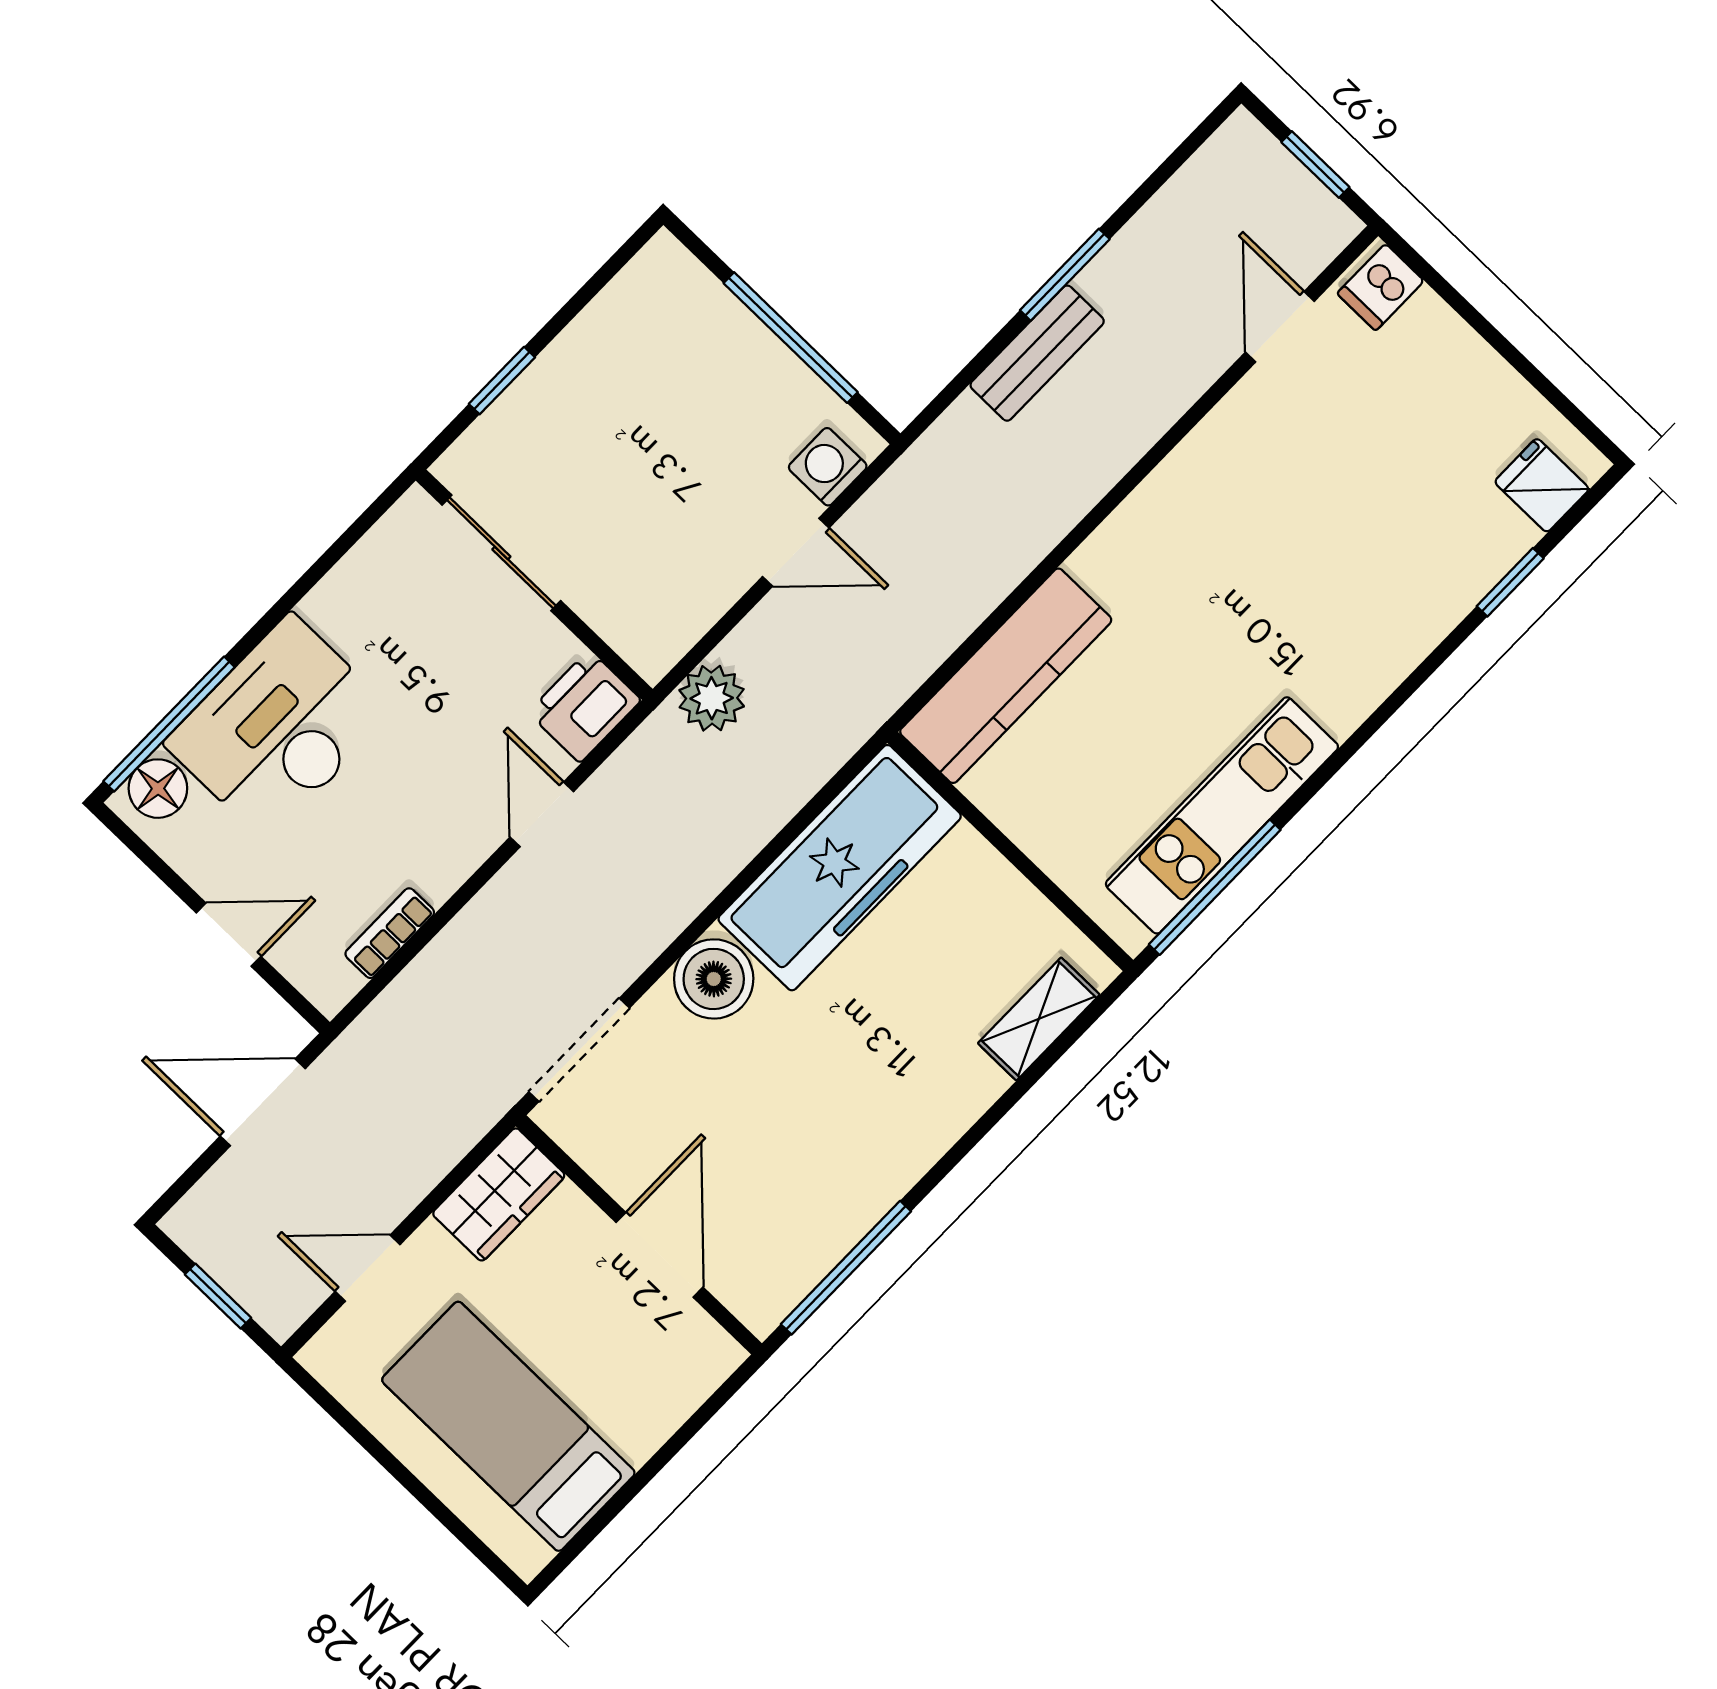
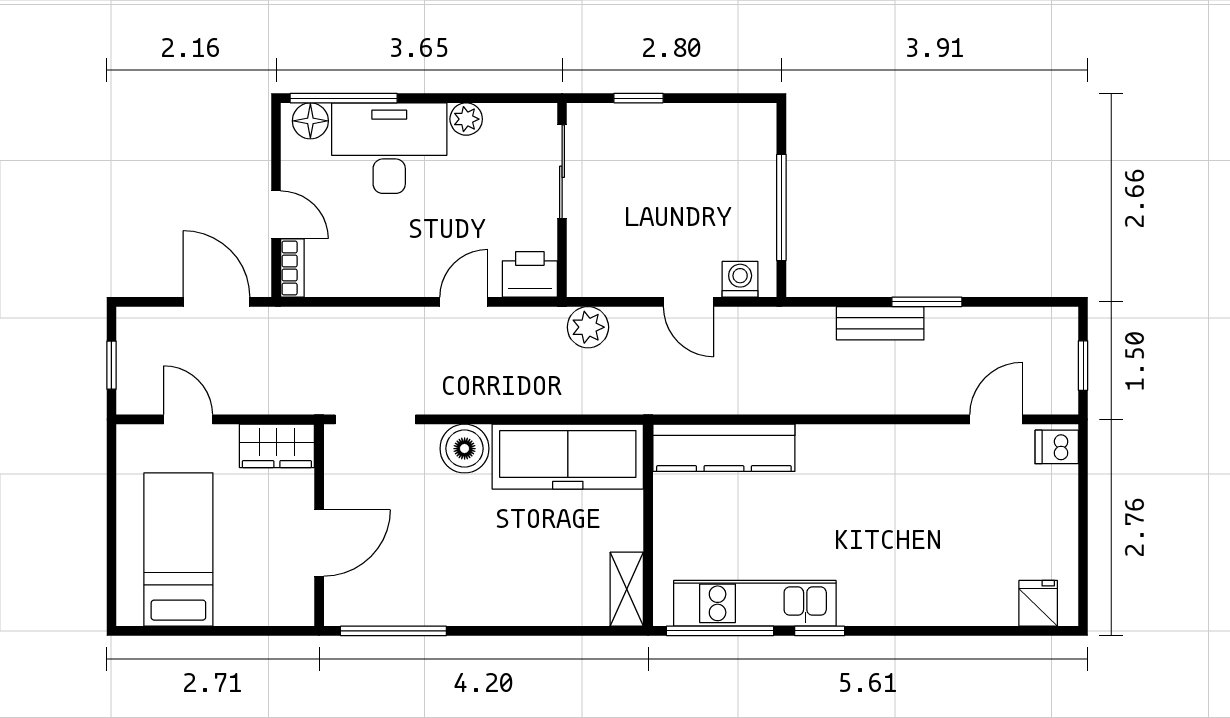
window: (1510, 582) -> (820, 631), moved
plant: (332, 605) -> (466, 119), added
bookcase: (390, 933) -> (292, 268), moved, turned 90
shelving: (1039, 1019) -> (627, 589), moved, turned 90

